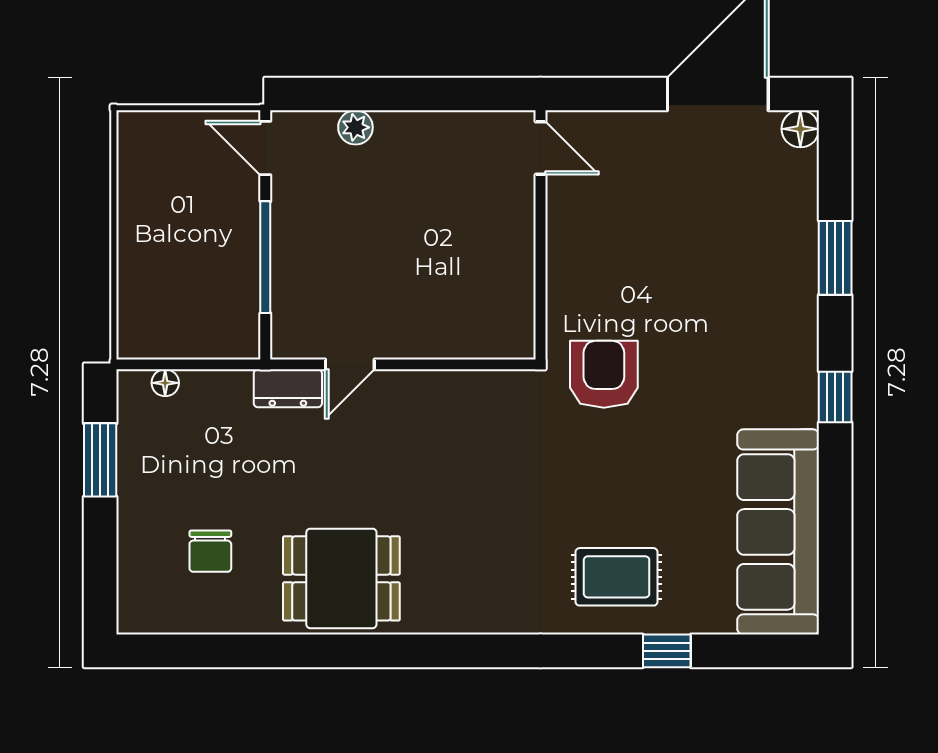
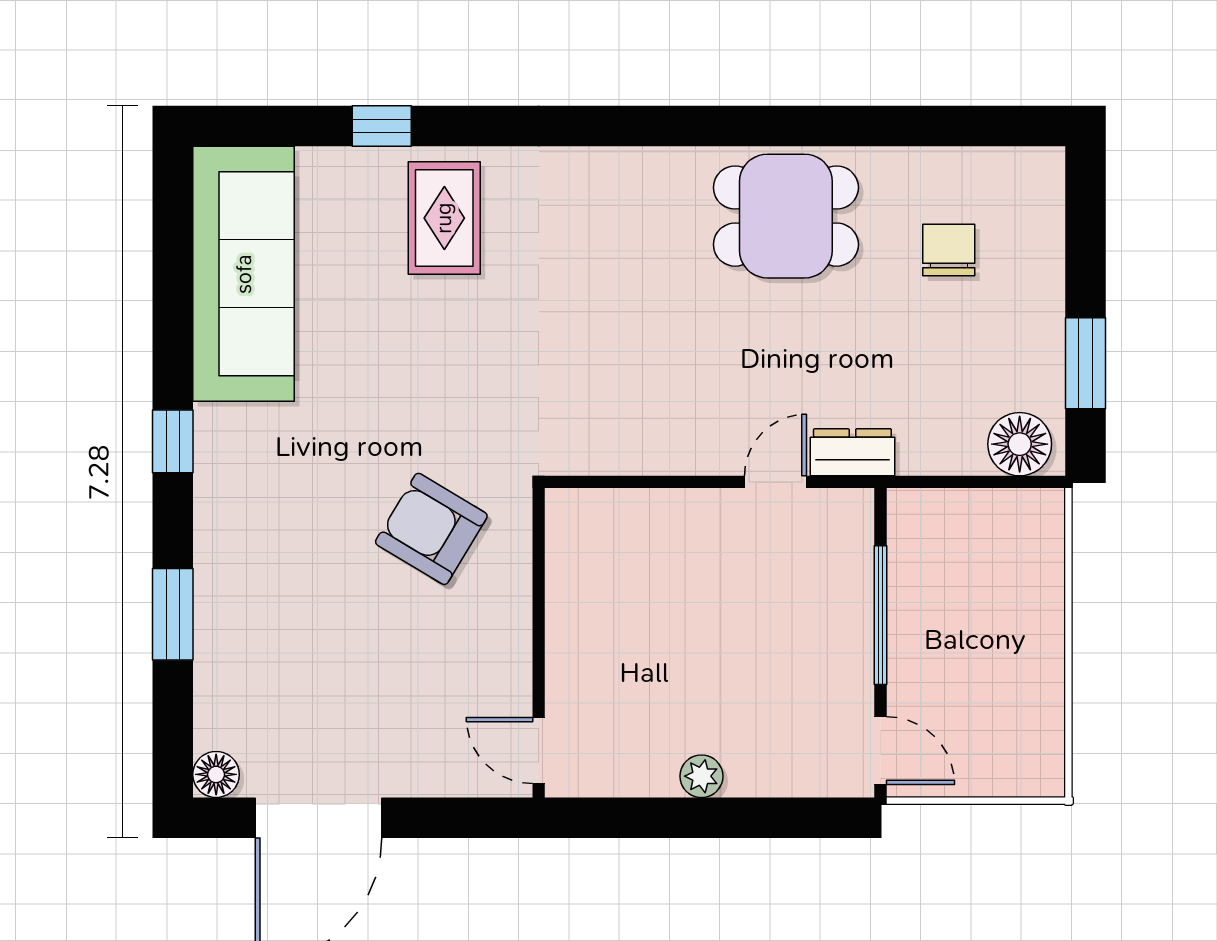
plant: (355, 127) -> (701, 776), moved
armchair: (604, 374) -> (431, 529), moved, turned 121
floor lamp: (165, 383) -> (1020, 444), width x1.89, depth x1.89
rug: (617, 577) -> (444, 218), turned 90

